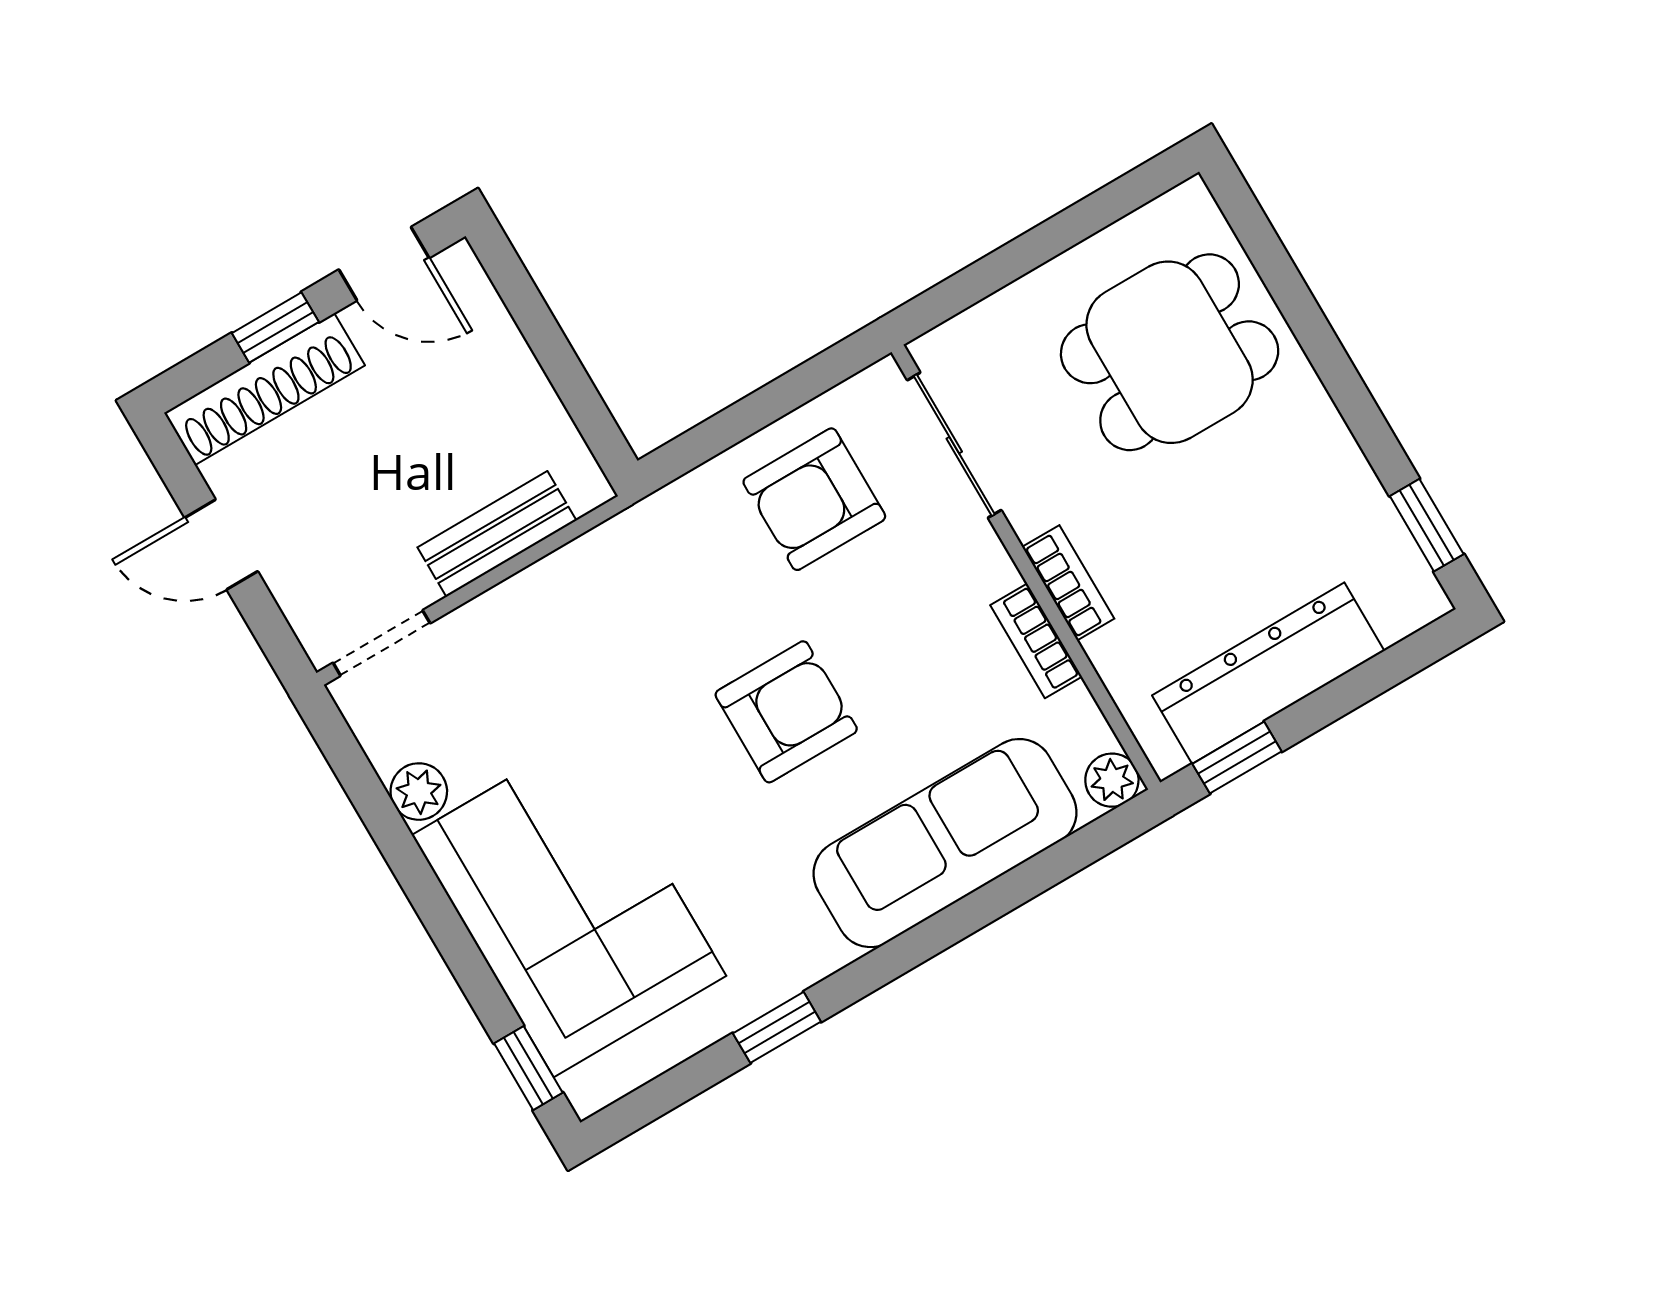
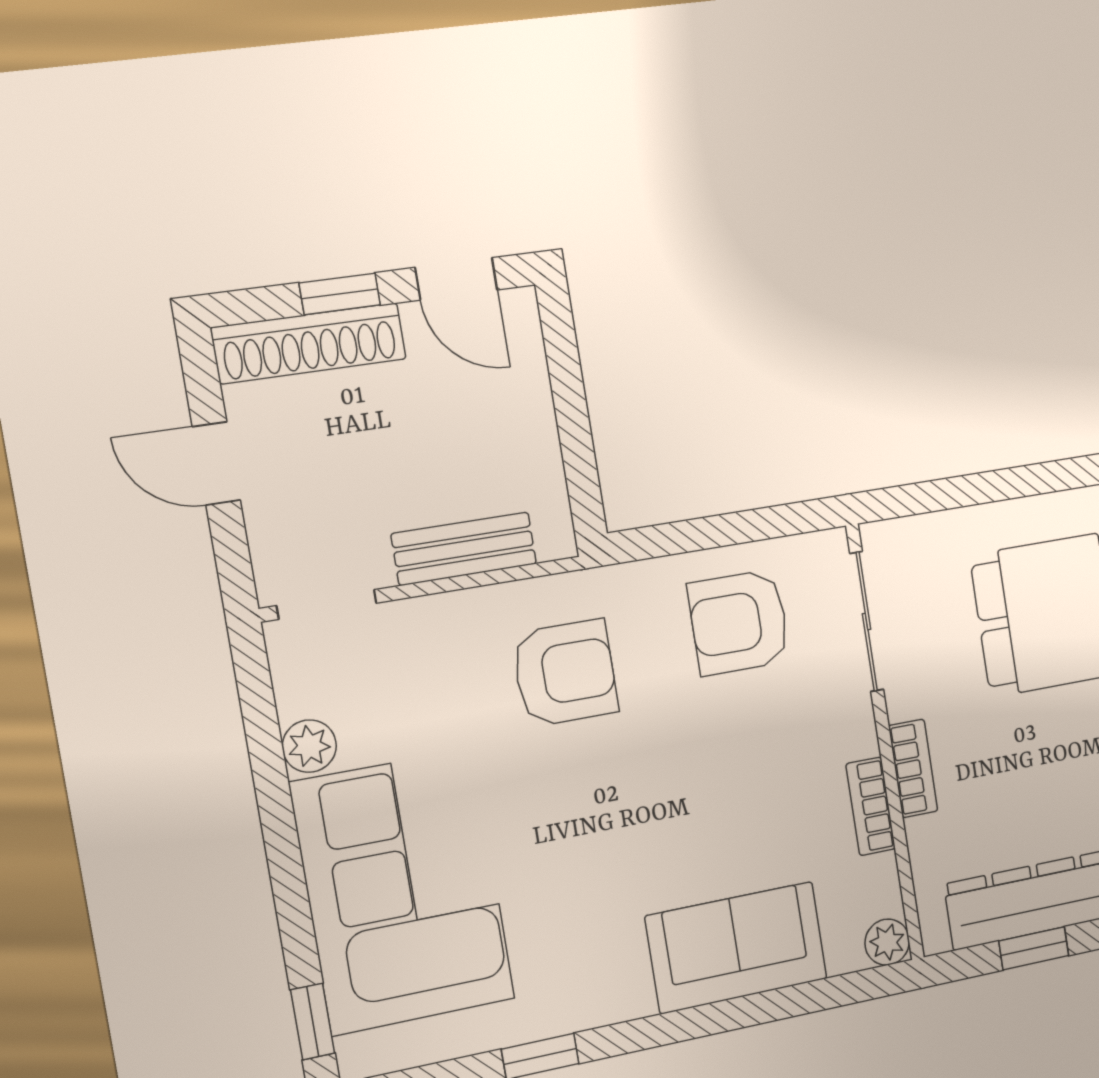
armchair: (786, 712) -> (565, 673), moved
window: (1237, 758) -> (1034, 948), moved
sofa: (945, 843) -> (737, 948), width x0.73

